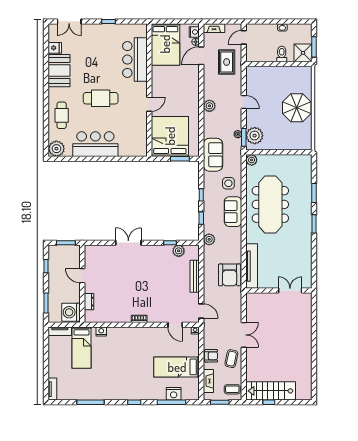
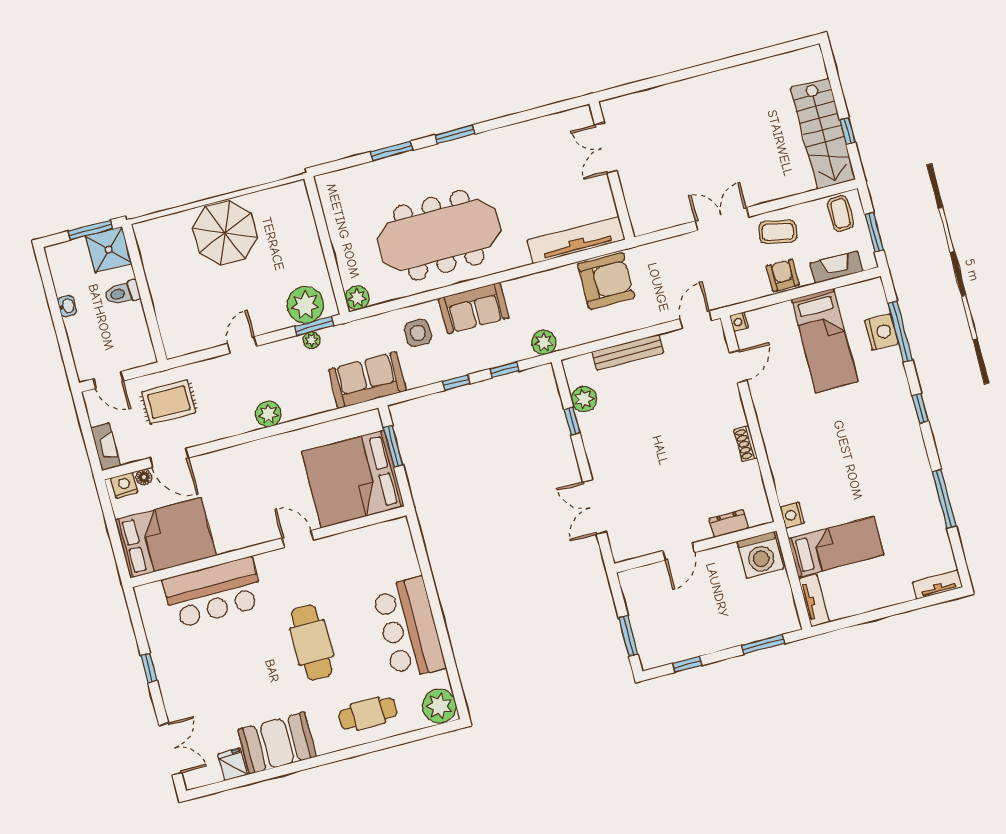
door: (82, 276) -> (679, 552), moved
wall: (82, 284) -> (695, 547), moved
dresser: (89, 302) -> (729, 524), moved
washing machine: (71, 312) -> (760, 555), moved

